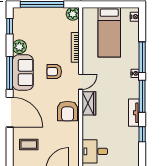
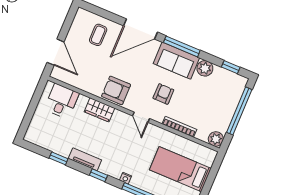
window: (142, 96) -> (99, 175), width x0.46
wardrobe: (89, 103) -> (100, 110), moved

